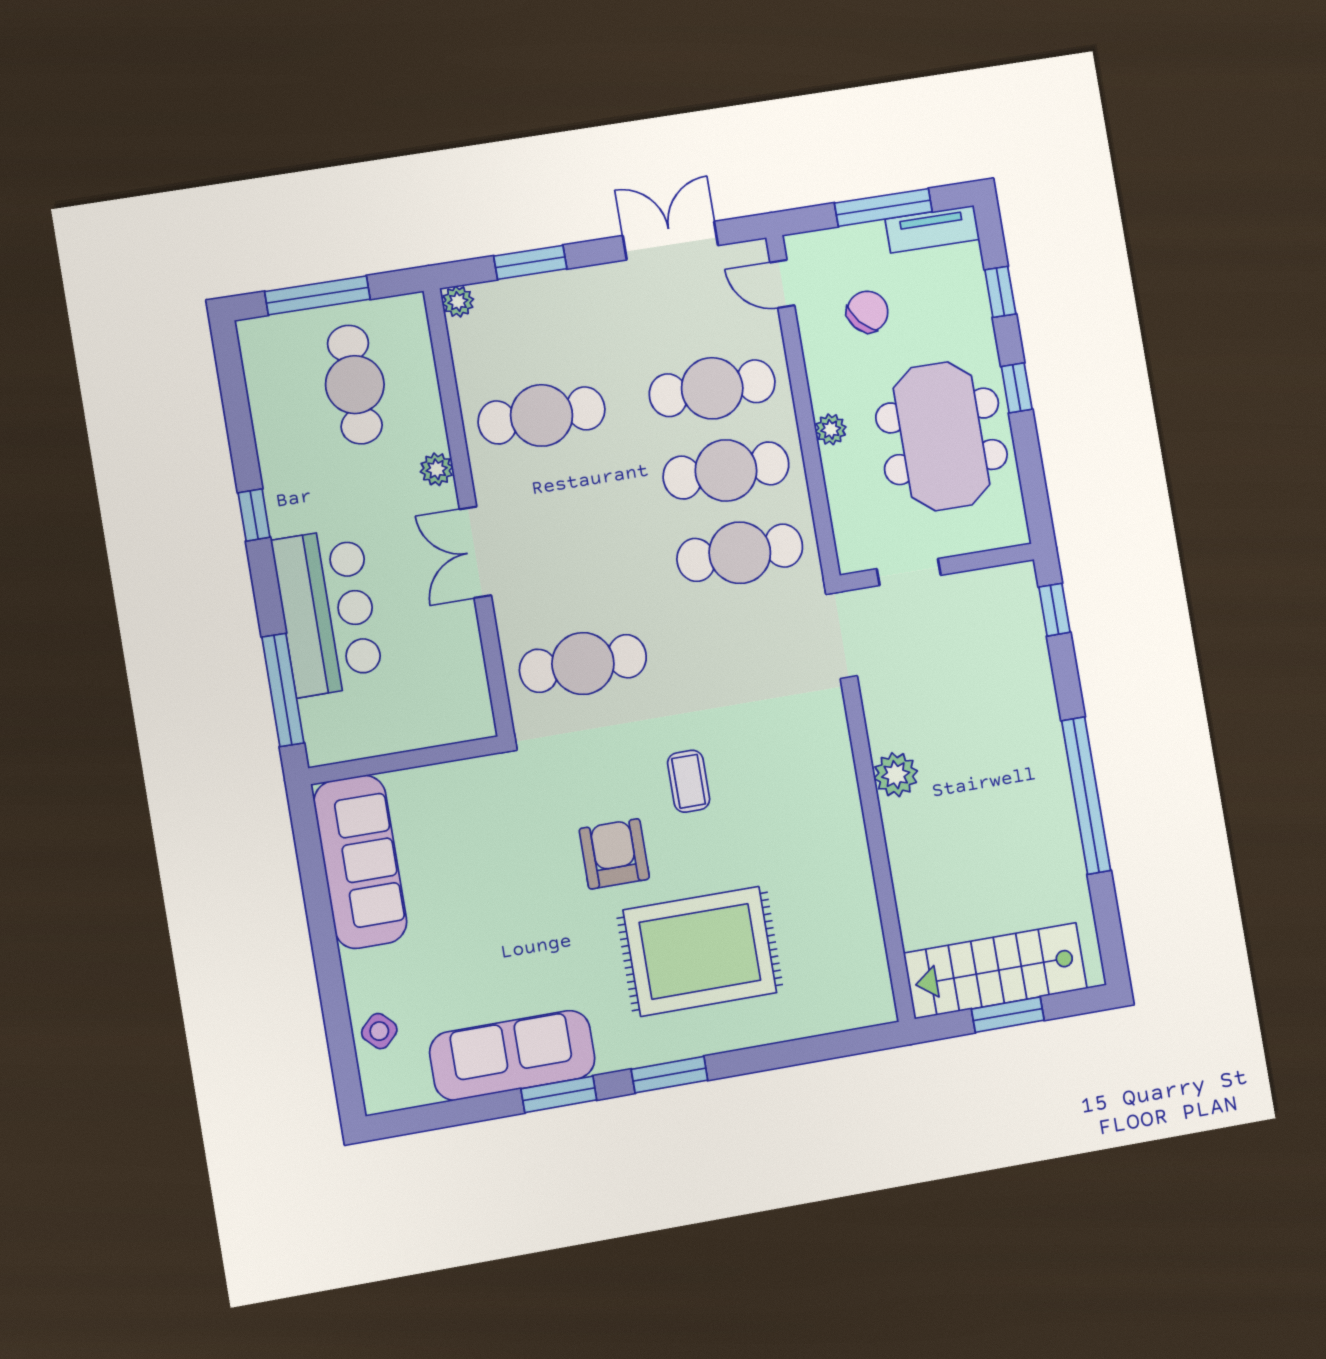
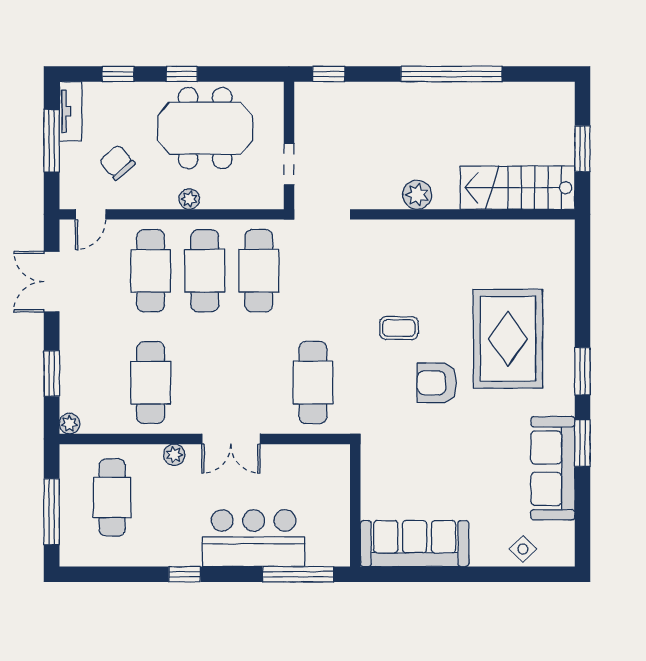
cafe table: (355, 385) -> (112, 497), turned 90
stairs: (995, 971) -> (517, 188), moved, turned 90

